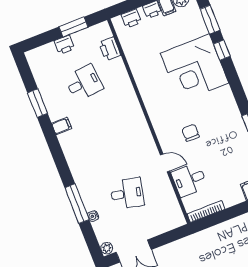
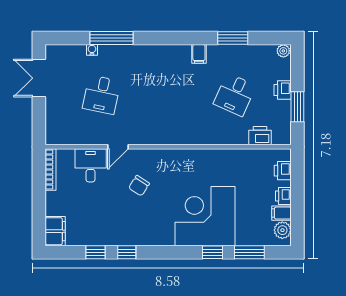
desk: (84, 83) -> (235, 95), turned 30
chair: (191, 133) -> (139, 186), turned 123
plant: (107, 248) -> (283, 51), moved

